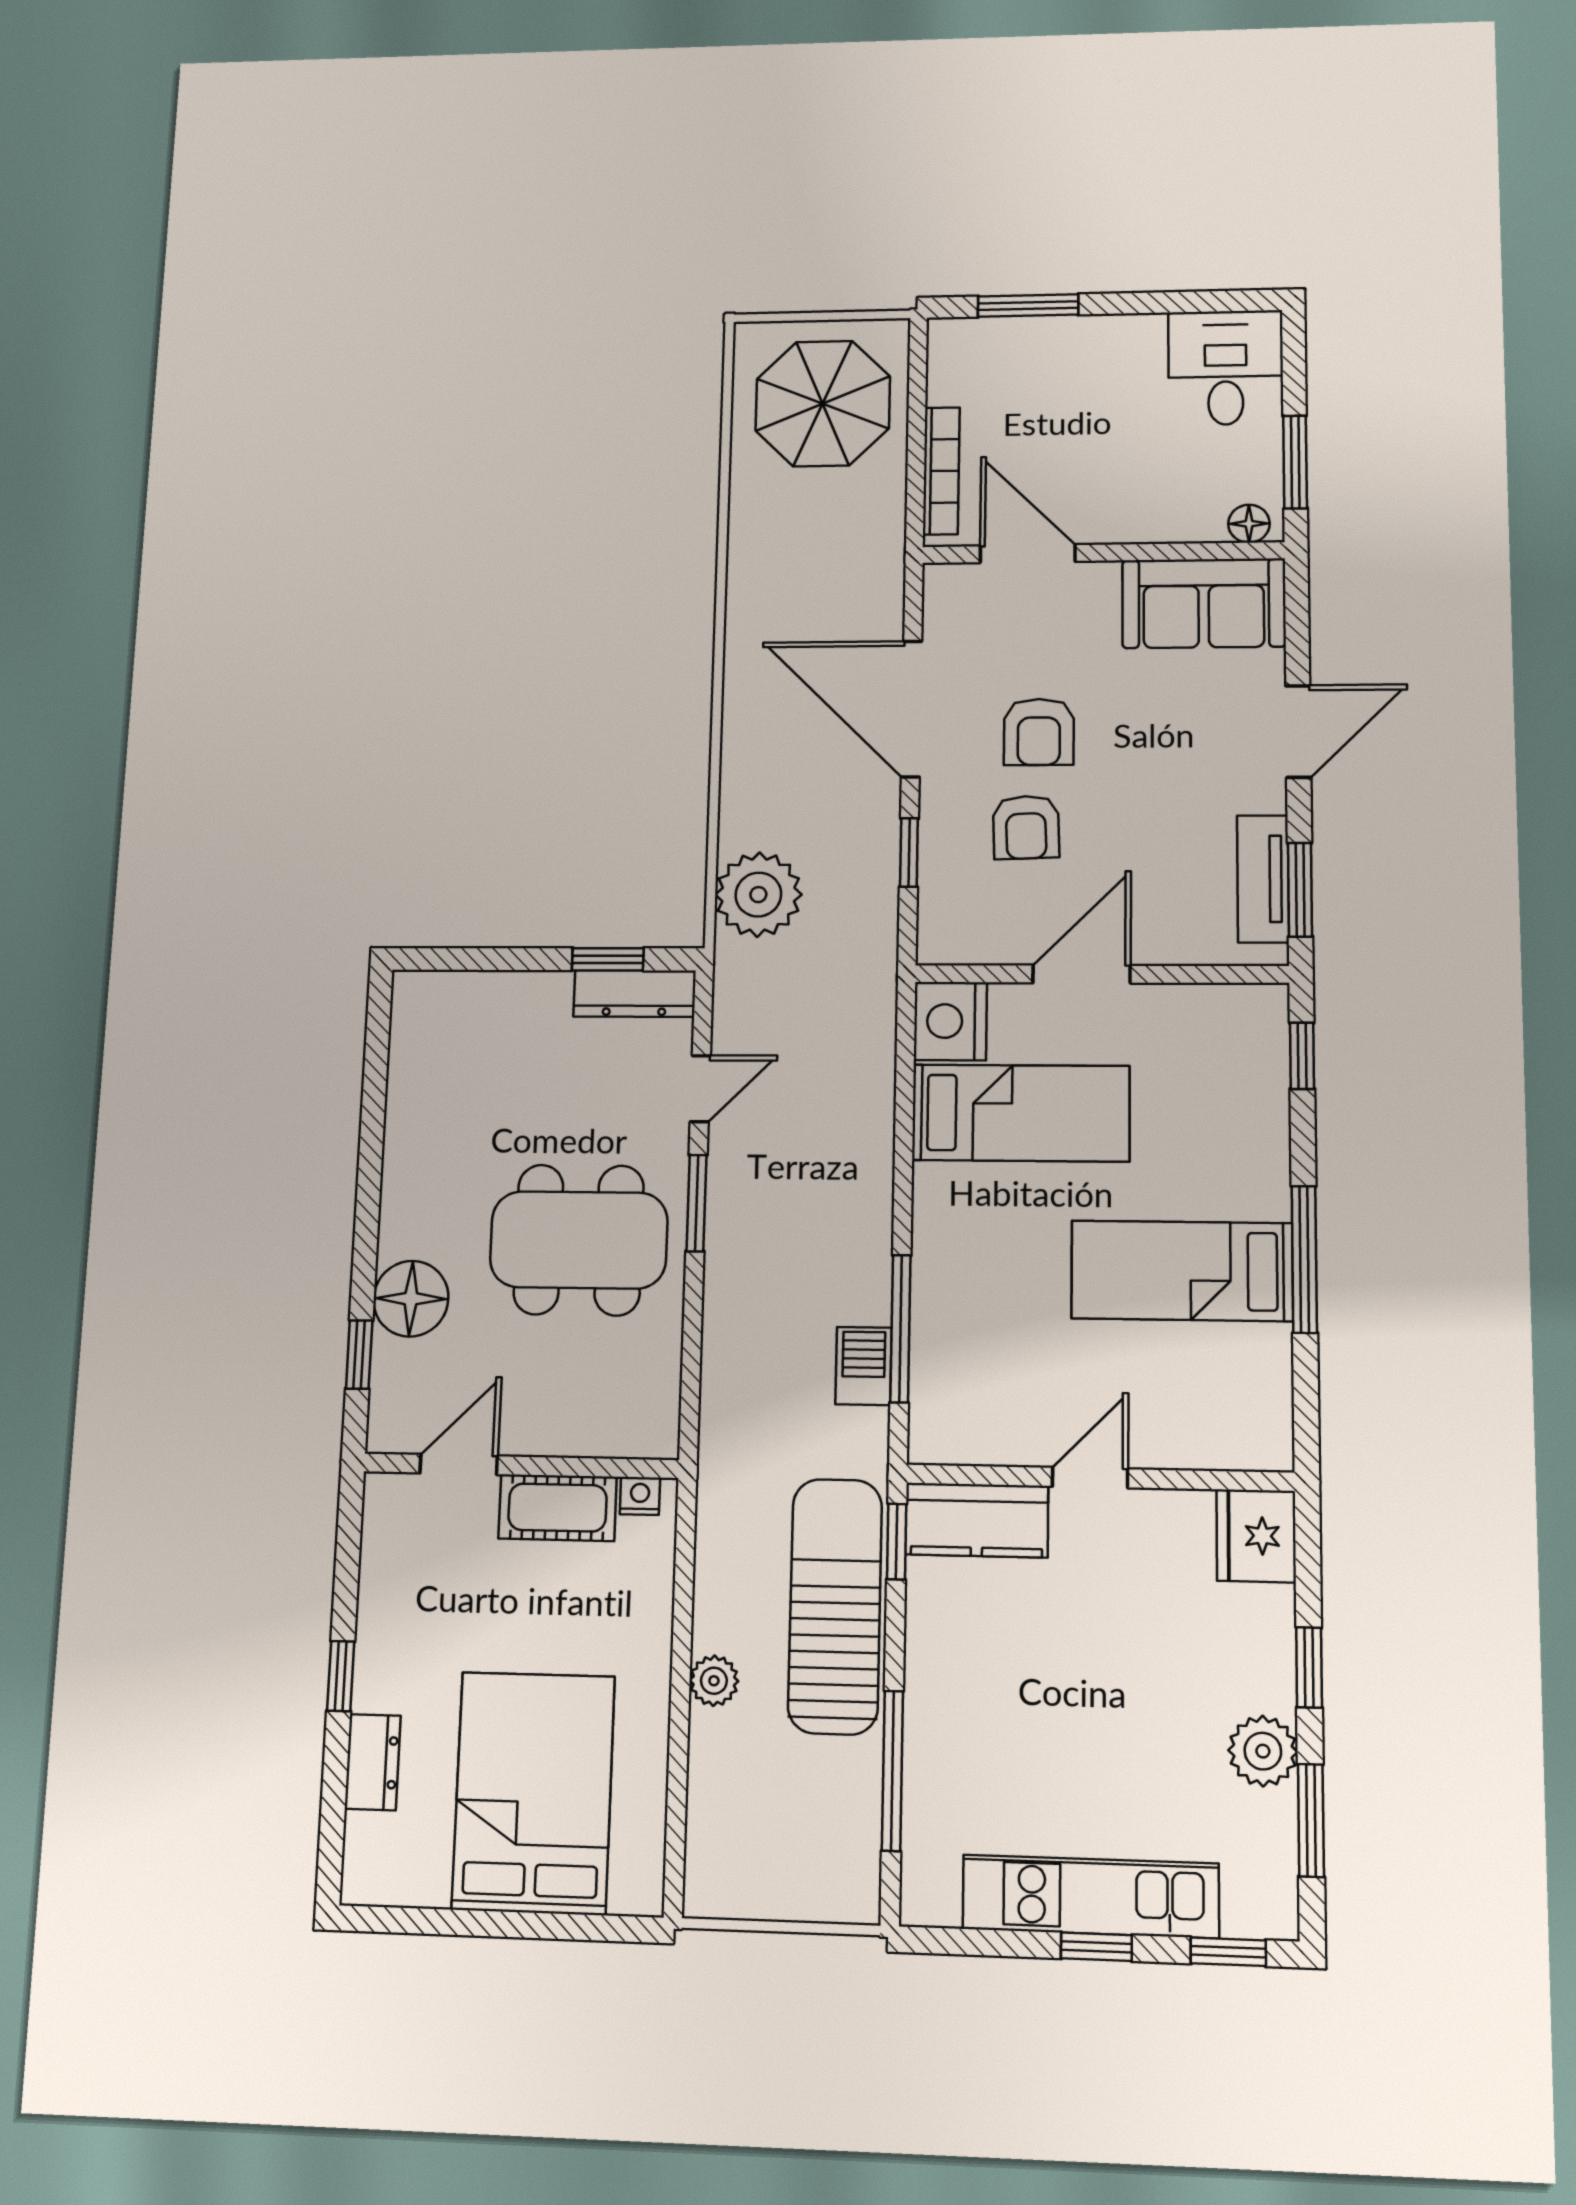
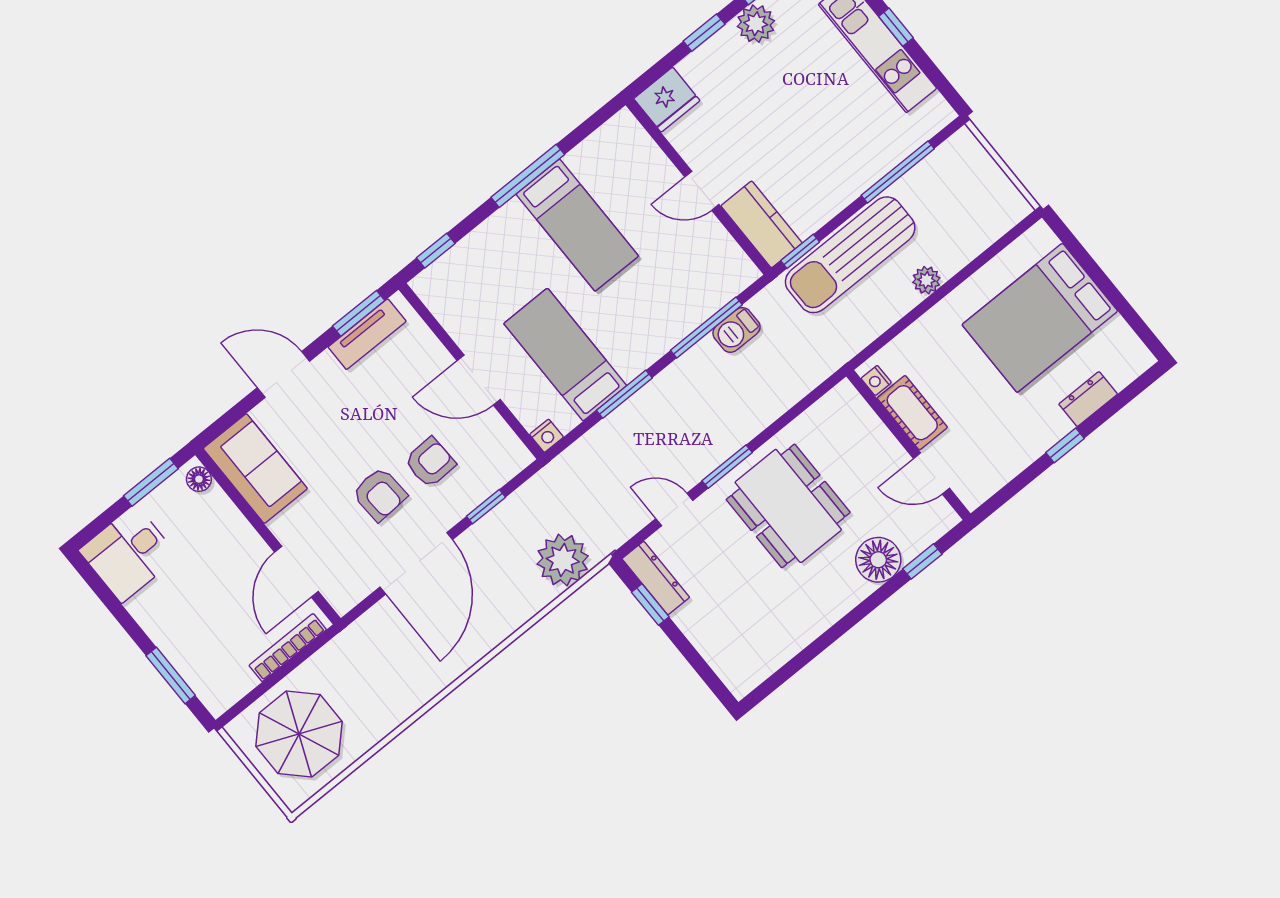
armchair: (1039, 732) -> (380, 494), turned 87
nightstand: (950, 1021) -> (547, 436), width x0.53, depth x0.56
window: (904, 1147) -> (624, 394), added

